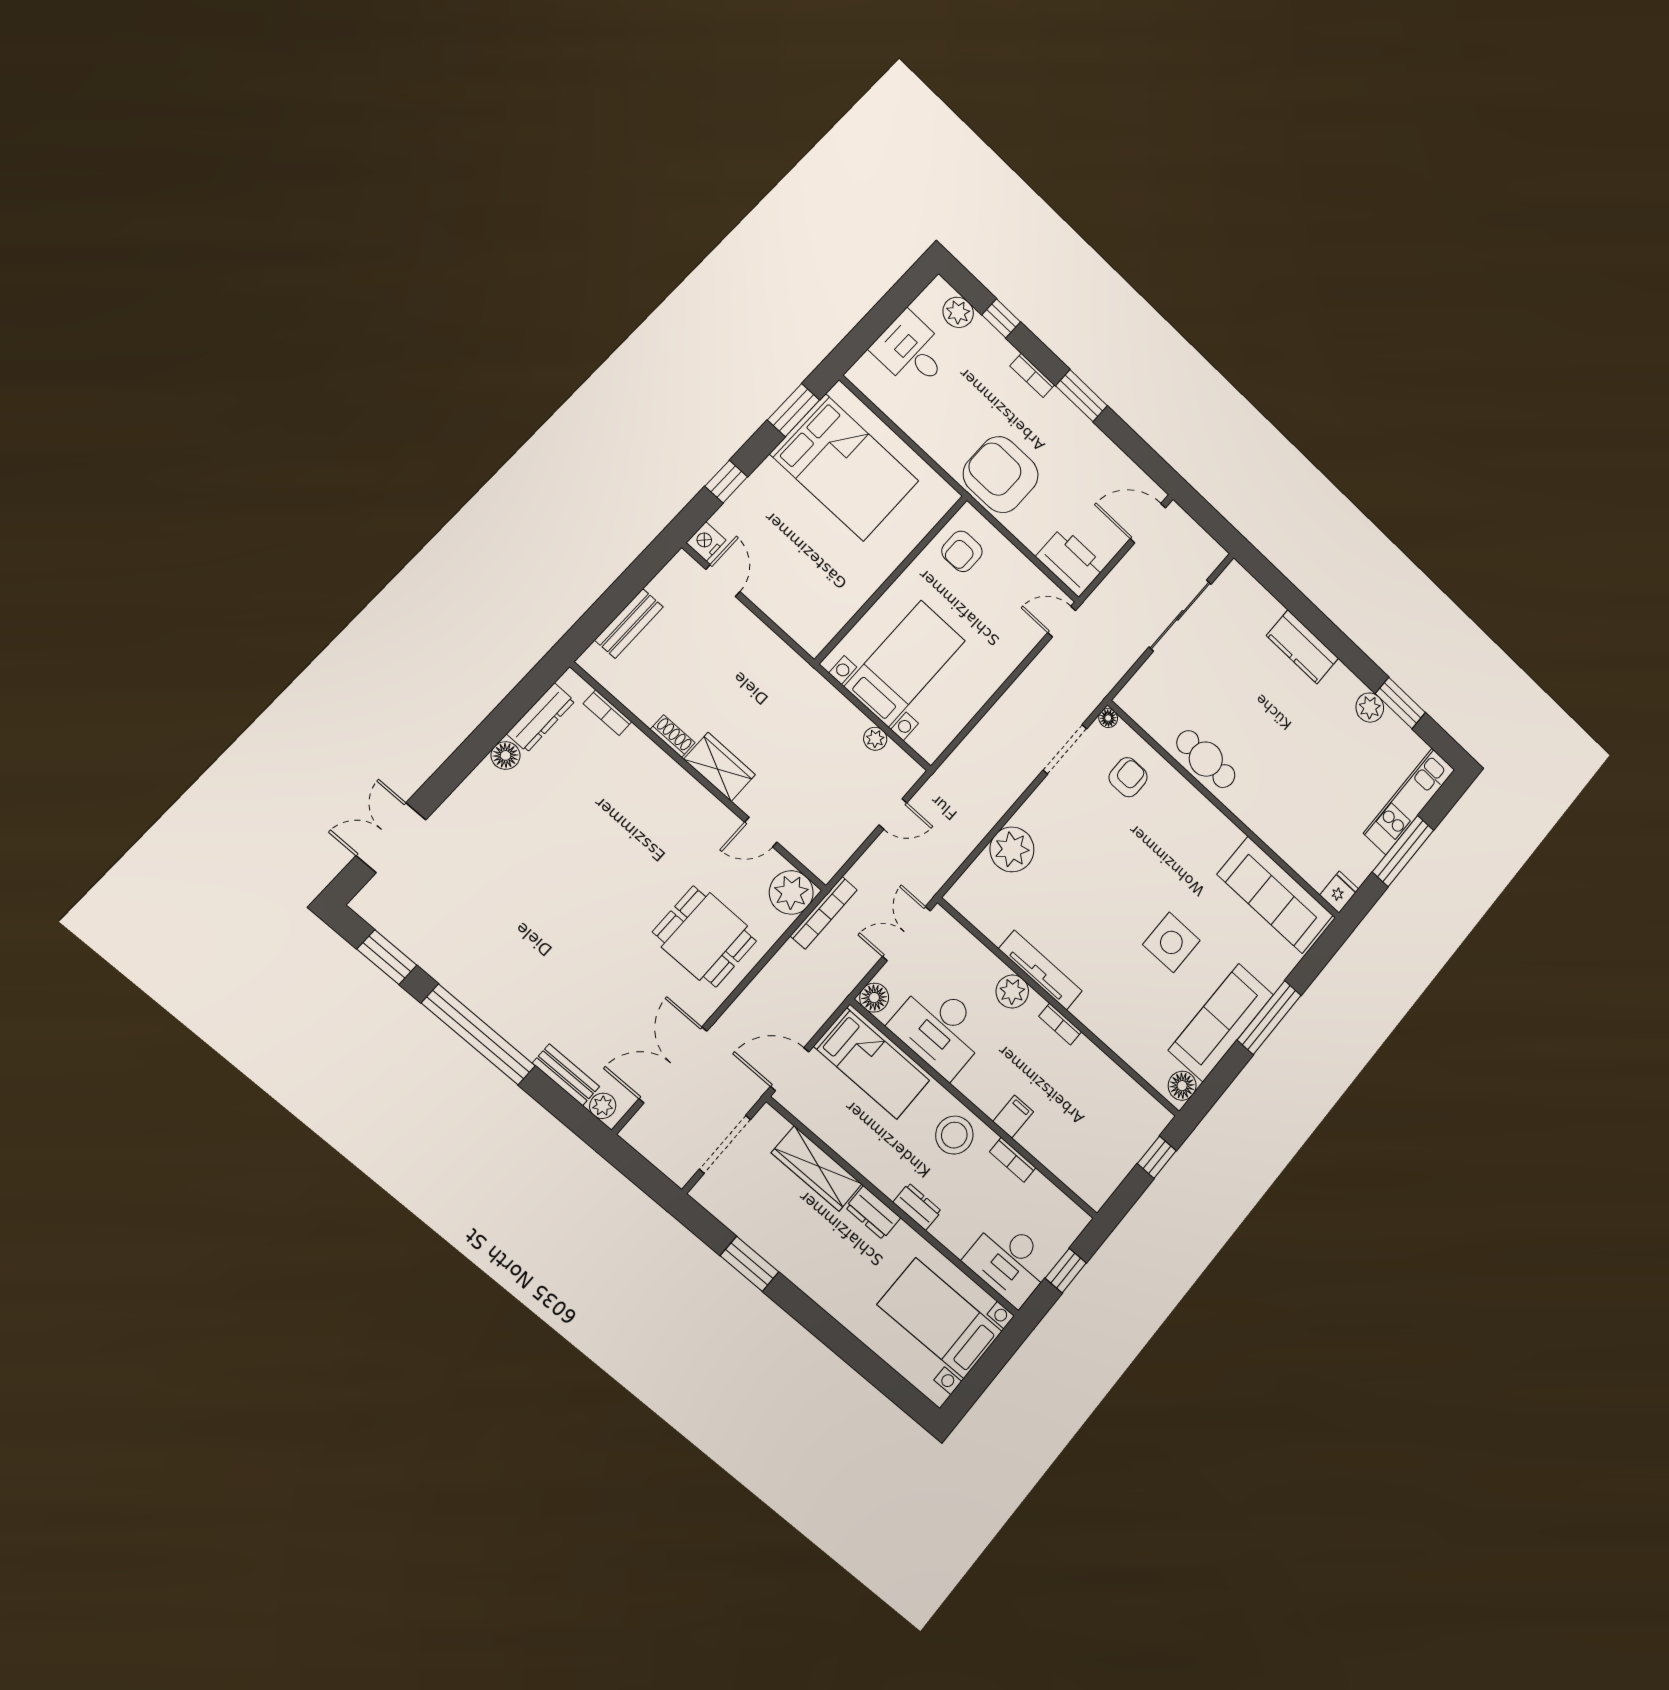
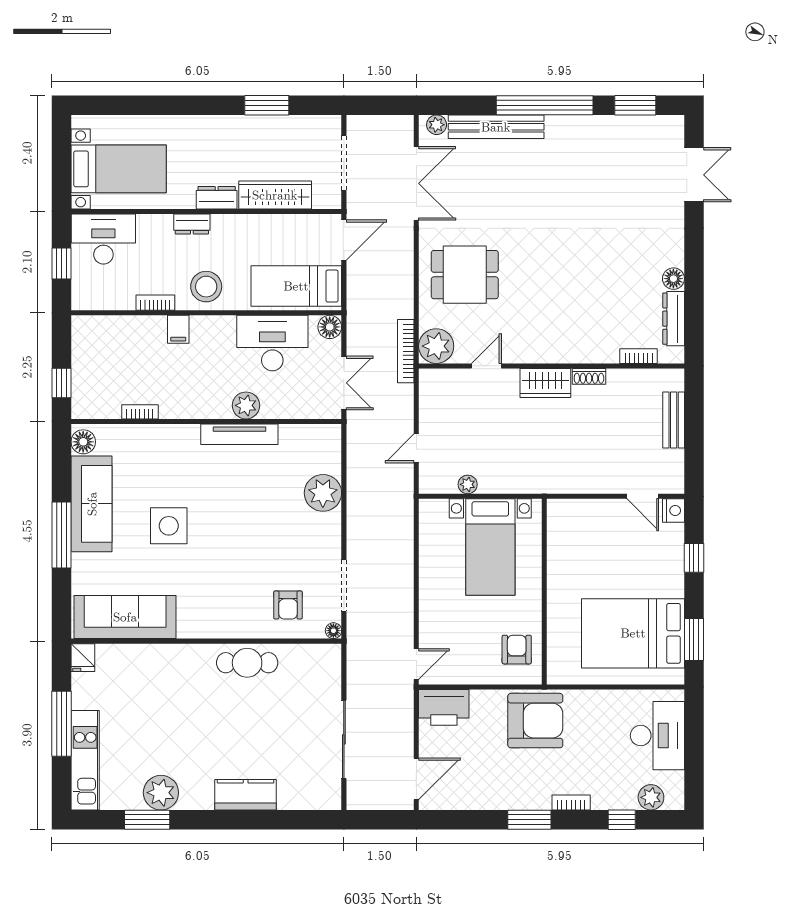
desk: (911, 351) -> (657, 736), width x1.37
plant: (1370, 708) -> (161, 793), width x1.36, depth x1.36
bookcase: (1060, 1024) -> (140, 412), moved
bench: (566, 1075) -> (496, 127), width x1.86, depth x1.21

